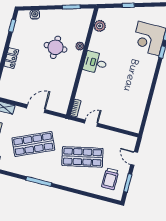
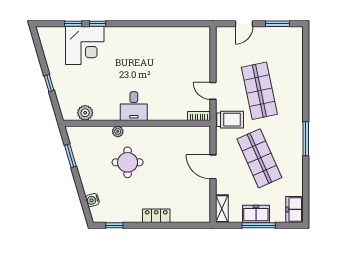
trolley: (110, 179) -> (230, 120), moved

